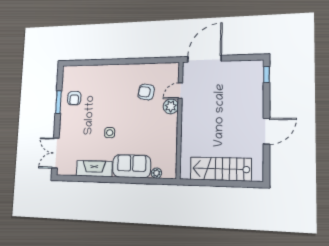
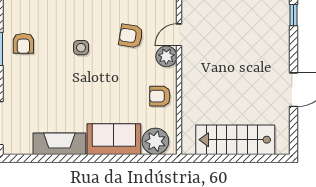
side table: (110, 133) -> (81, 48), moved
armchair: (165, 135) -> (160, 96), added
plant: (156, 173) -> (155, 141), width x1.88, depth x1.88

